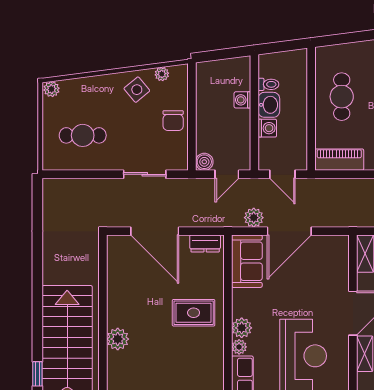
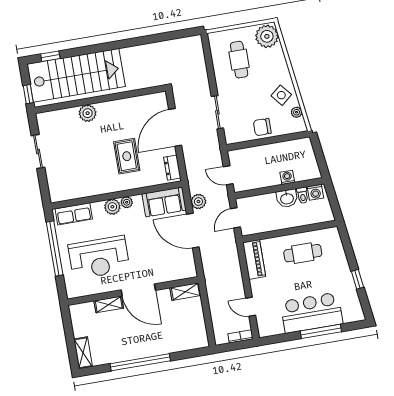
plant: (51, 89) -> (267, 36), width x1.88, depth x1.88
washing machine: (267, 128) -> (315, 192), moved
boiler: (204, 162) -> (235, 156), removed
rug: (194, 313) -> (127, 156), moved
plant: (239, 347) -> (127, 202), moved

